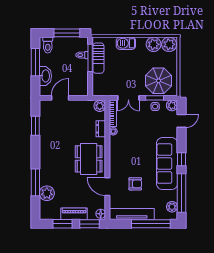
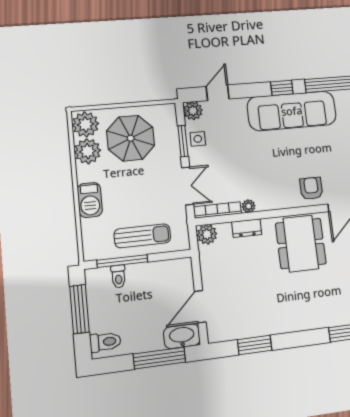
sun lounger: (98, 58) -> (142, 236), moved
window: (35, 62) -> (159, 358), moved
washbasin: (45, 76) -> (182, 336), moved
parasol: (159, 81) -> (131, 138), moved
door: (60, 98) -> (200, 307), hinge flipped
door: (182, 121) -> (218, 93), hinge flipped
dining table: (89, 159) -> (301, 243), turned 90
armchair: (135, 184) -> (311, 188), moved

